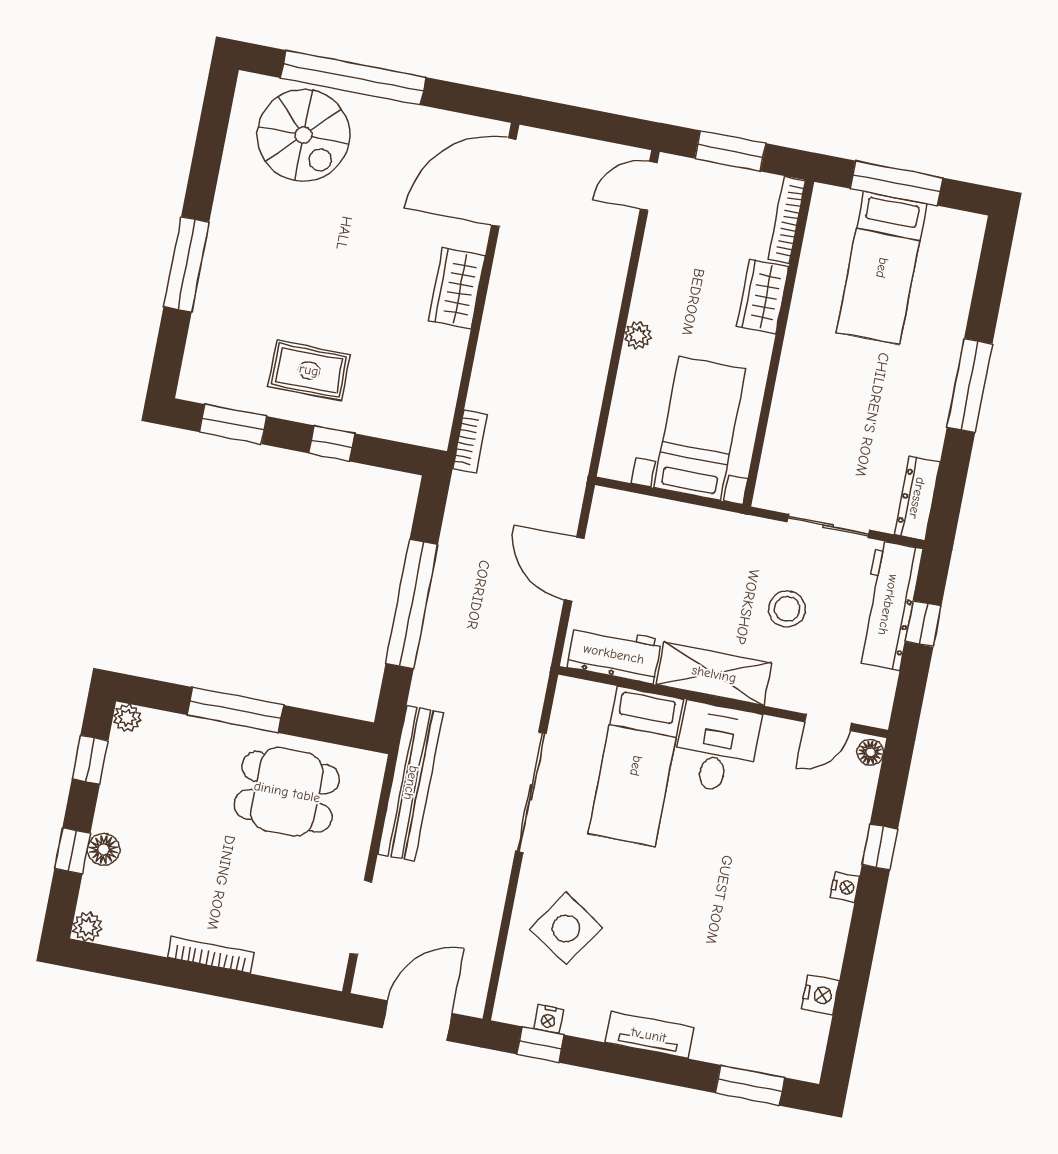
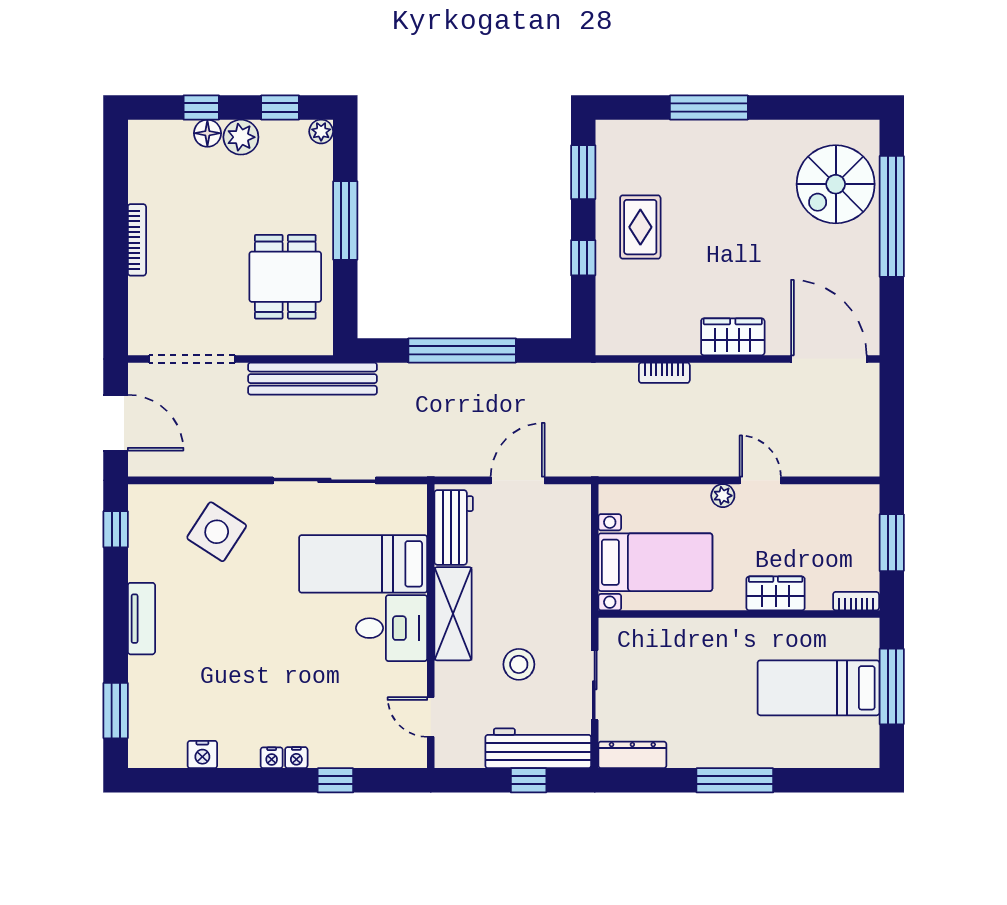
door: (649, 186) -> (760, 480), moved
bookcase: (787, 220) -> (856, 601), width x0.64
bookcase: (470, 441) -> (664, 373), moved
floor lamp: (870, 752) -> (413, 757), removed
doorway: (361, 918) -> (192, 359), width x1.36
plant: (87, 927) -> (241, 137), moved, width x1.38, depth x1.38
nightstand: (548, 1019) -> (272, 758), moved, turned -90

